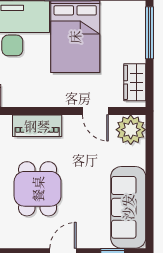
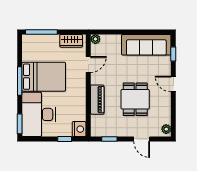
plant: (131, 130) -> (95, 39), width x0.53, depth x0.53
dining table: (38, 189) -> (135, 99), turned 90

